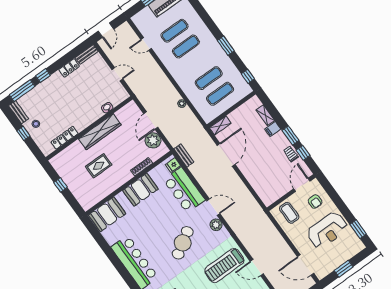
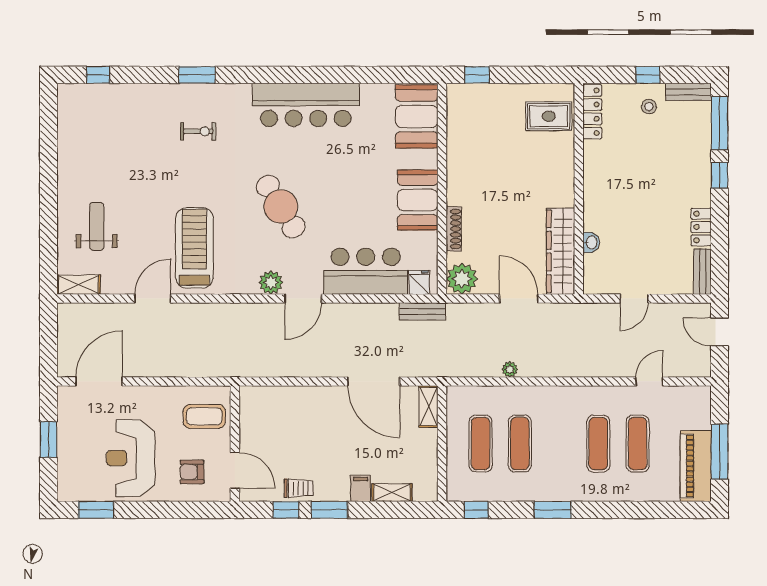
wardrobe: (100, 132) -> (561, 251), moved
locker: (65, 138) -> (592, 112), moved
plant: (153, 140) -> (462, 279), moved
rug: (99, 166) -> (549, 116), moved, turned 90
window: (60, 185) -> (477, 75), moved

